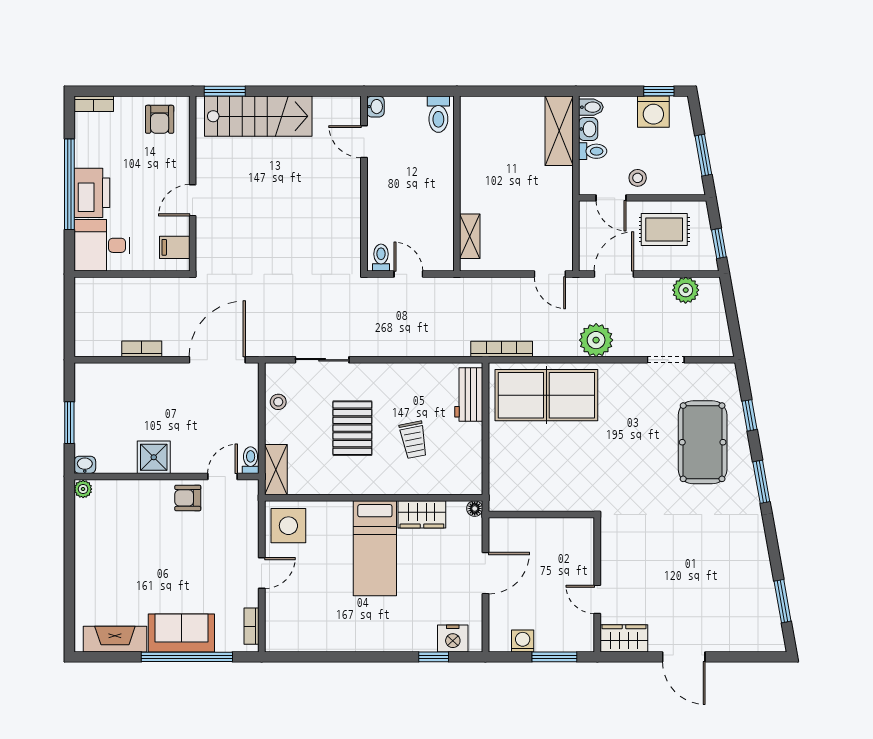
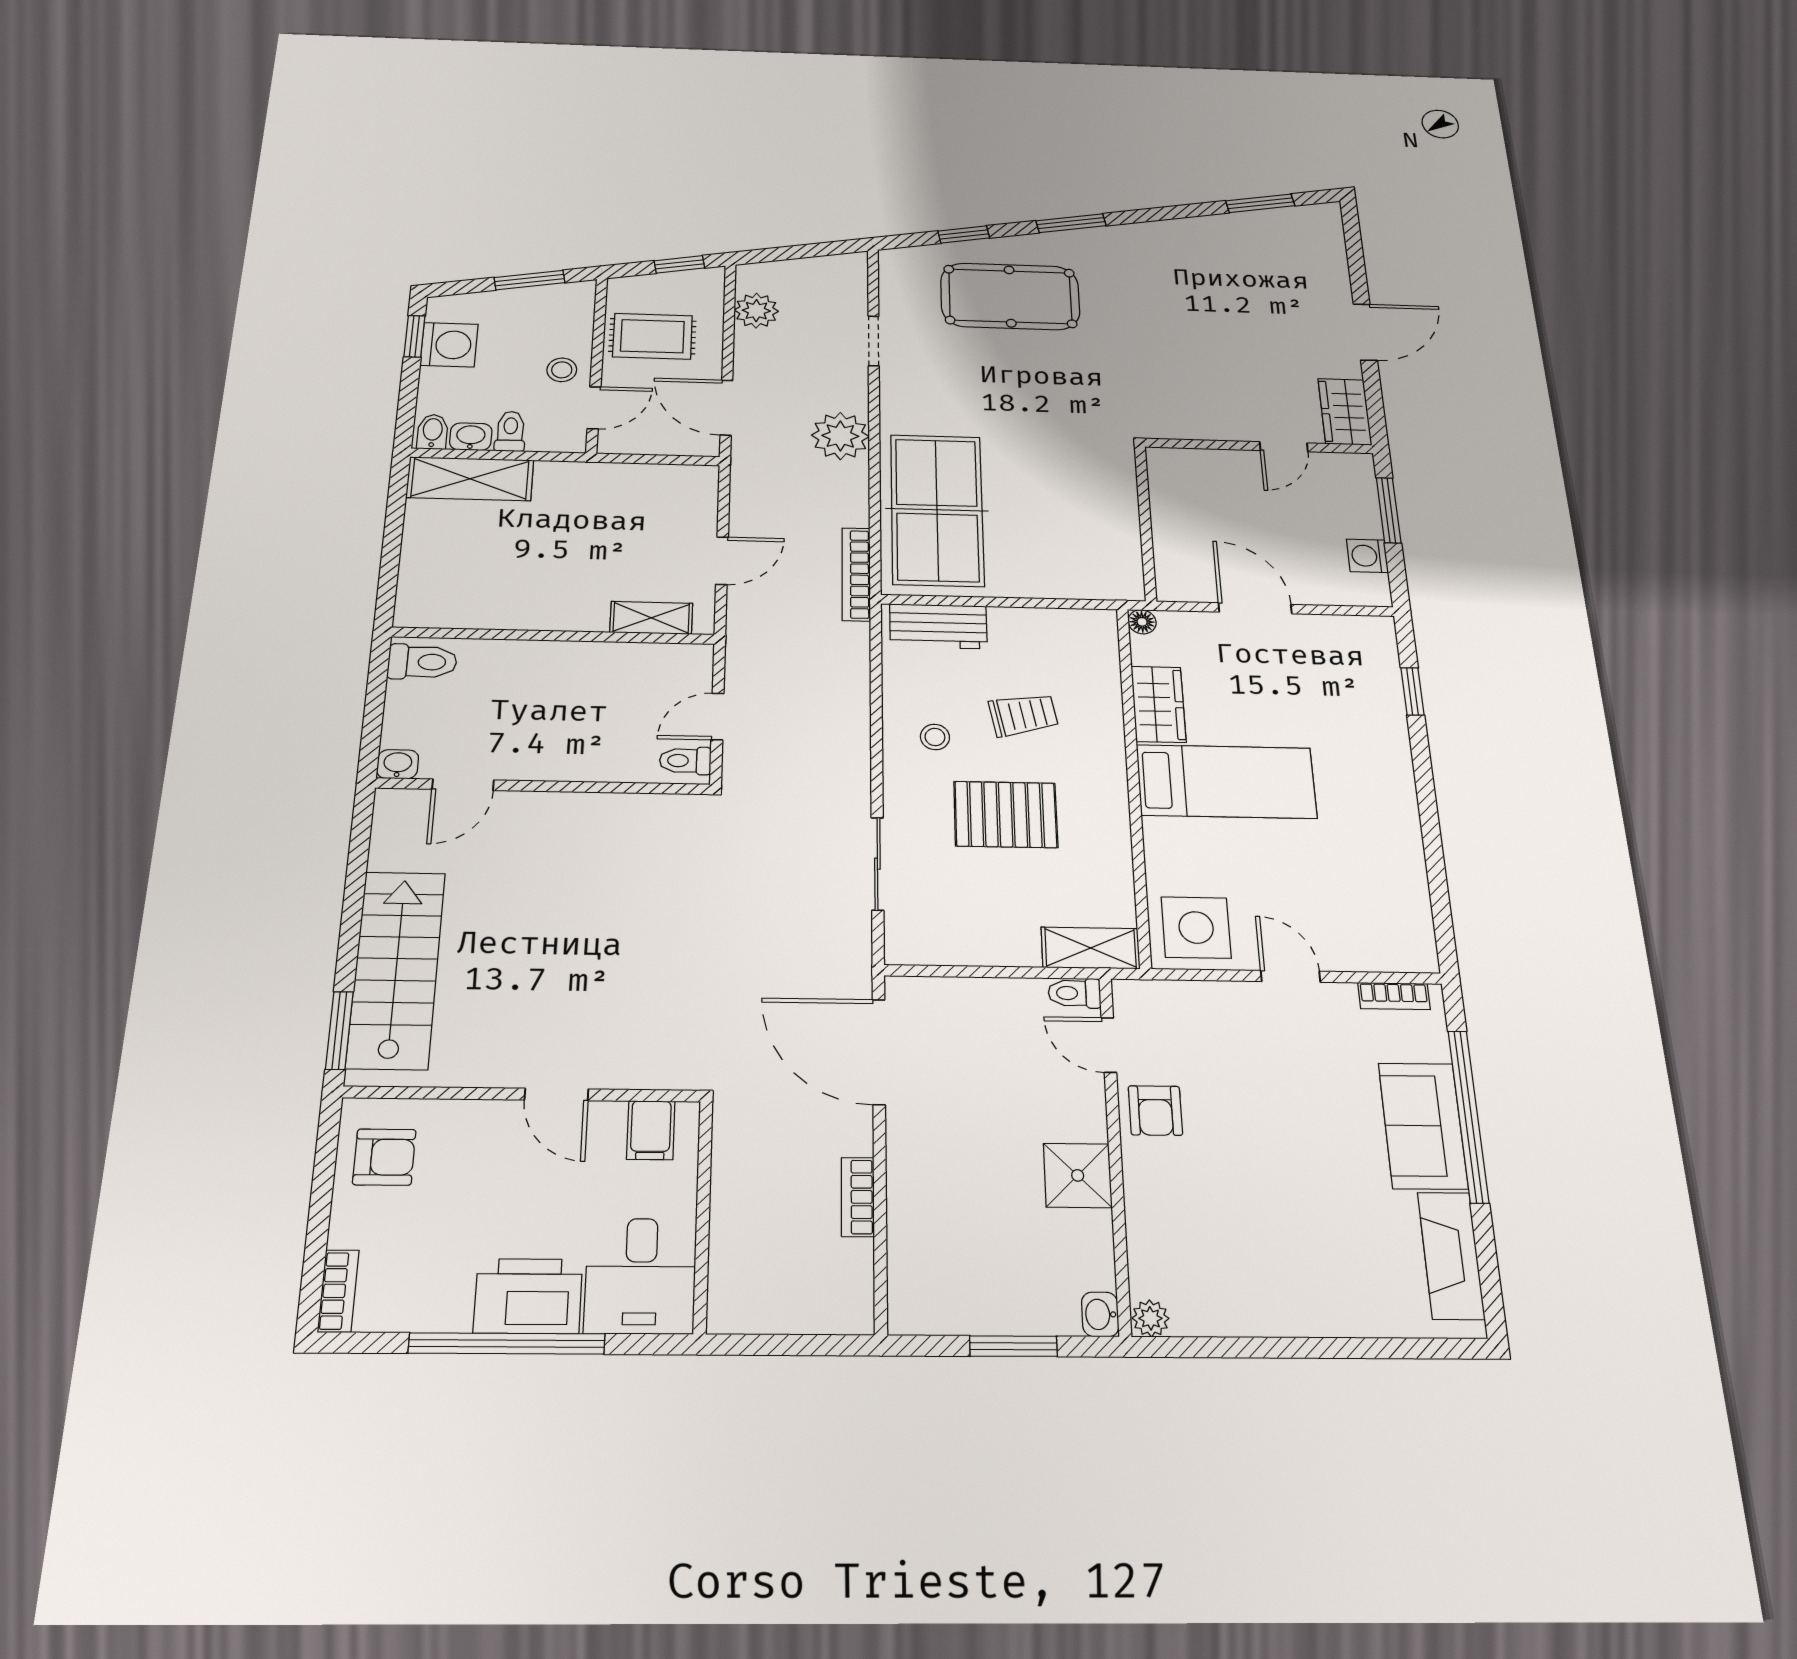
rug: (664, 229) -> (652, 336), turned 90
door: (550, 274) -> (722, 561), moved
stool: (278, 402) -> (935, 737), moved
nightstand: (453, 639) -> (1376, 661), removed

